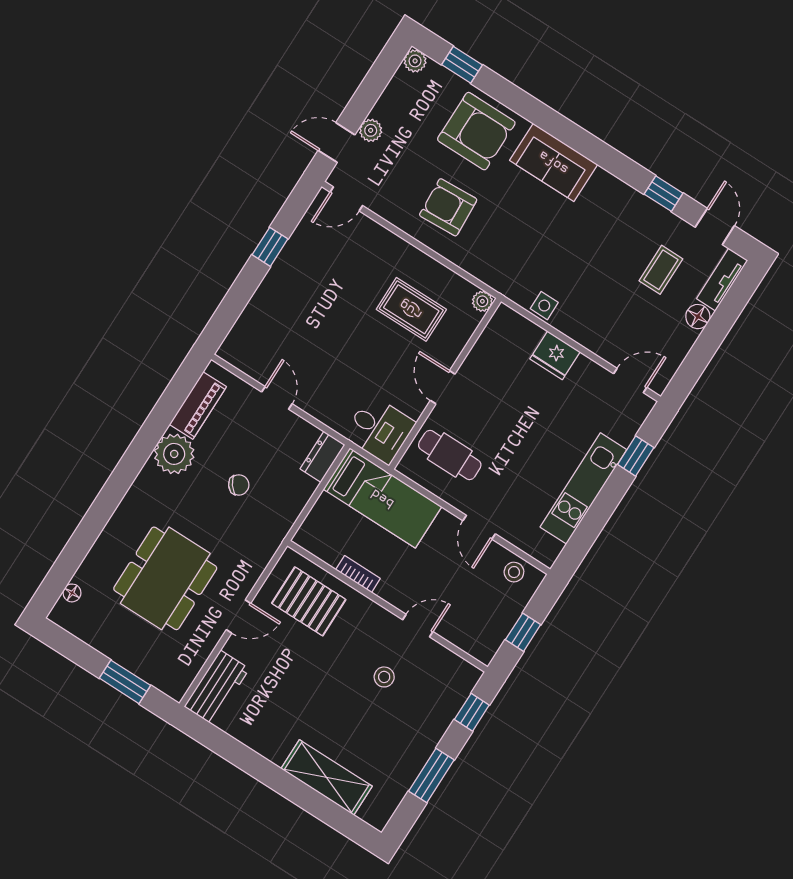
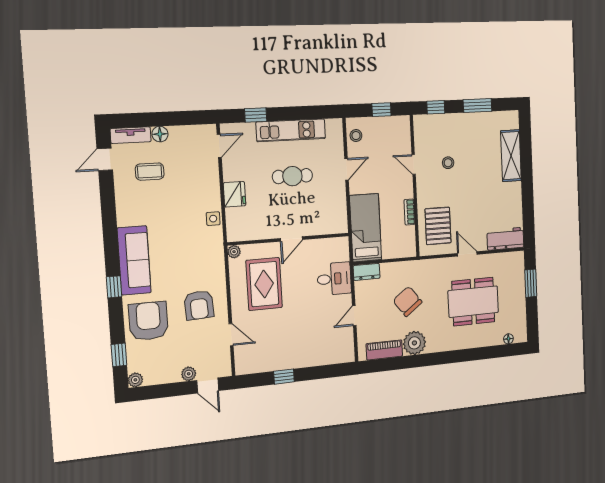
sofa: (554, 162) -> (134, 260), width x1.36
window: (664, 194) -> (114, 287), moved
door: (346, 199) -> (231, 335), moved
rug: (411, 309) -> (264, 284), width x1.36, depth x1.43
door: (630, 380) -> (219, 146), swing flipped
desk: (379, 429) -> (334, 279), moved, turned 90
cafe table: (450, 455) -> (292, 176), moved, turned 90
chair: (239, 485) -> (408, 301), width x1.87, depth x1.87

